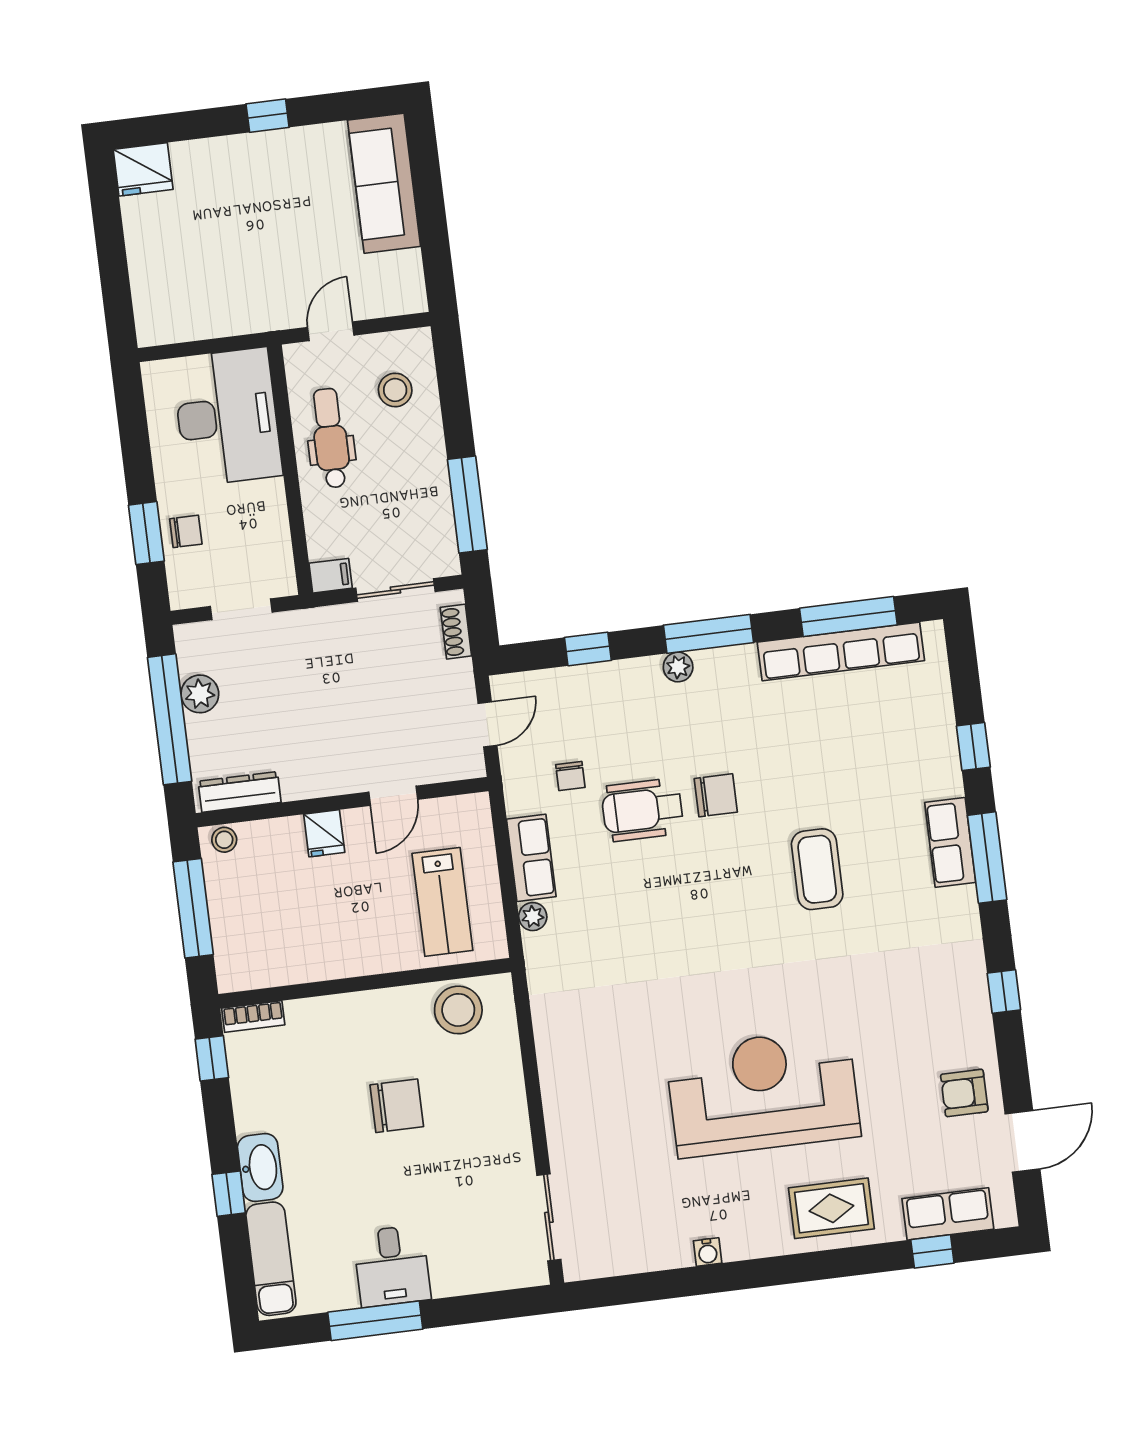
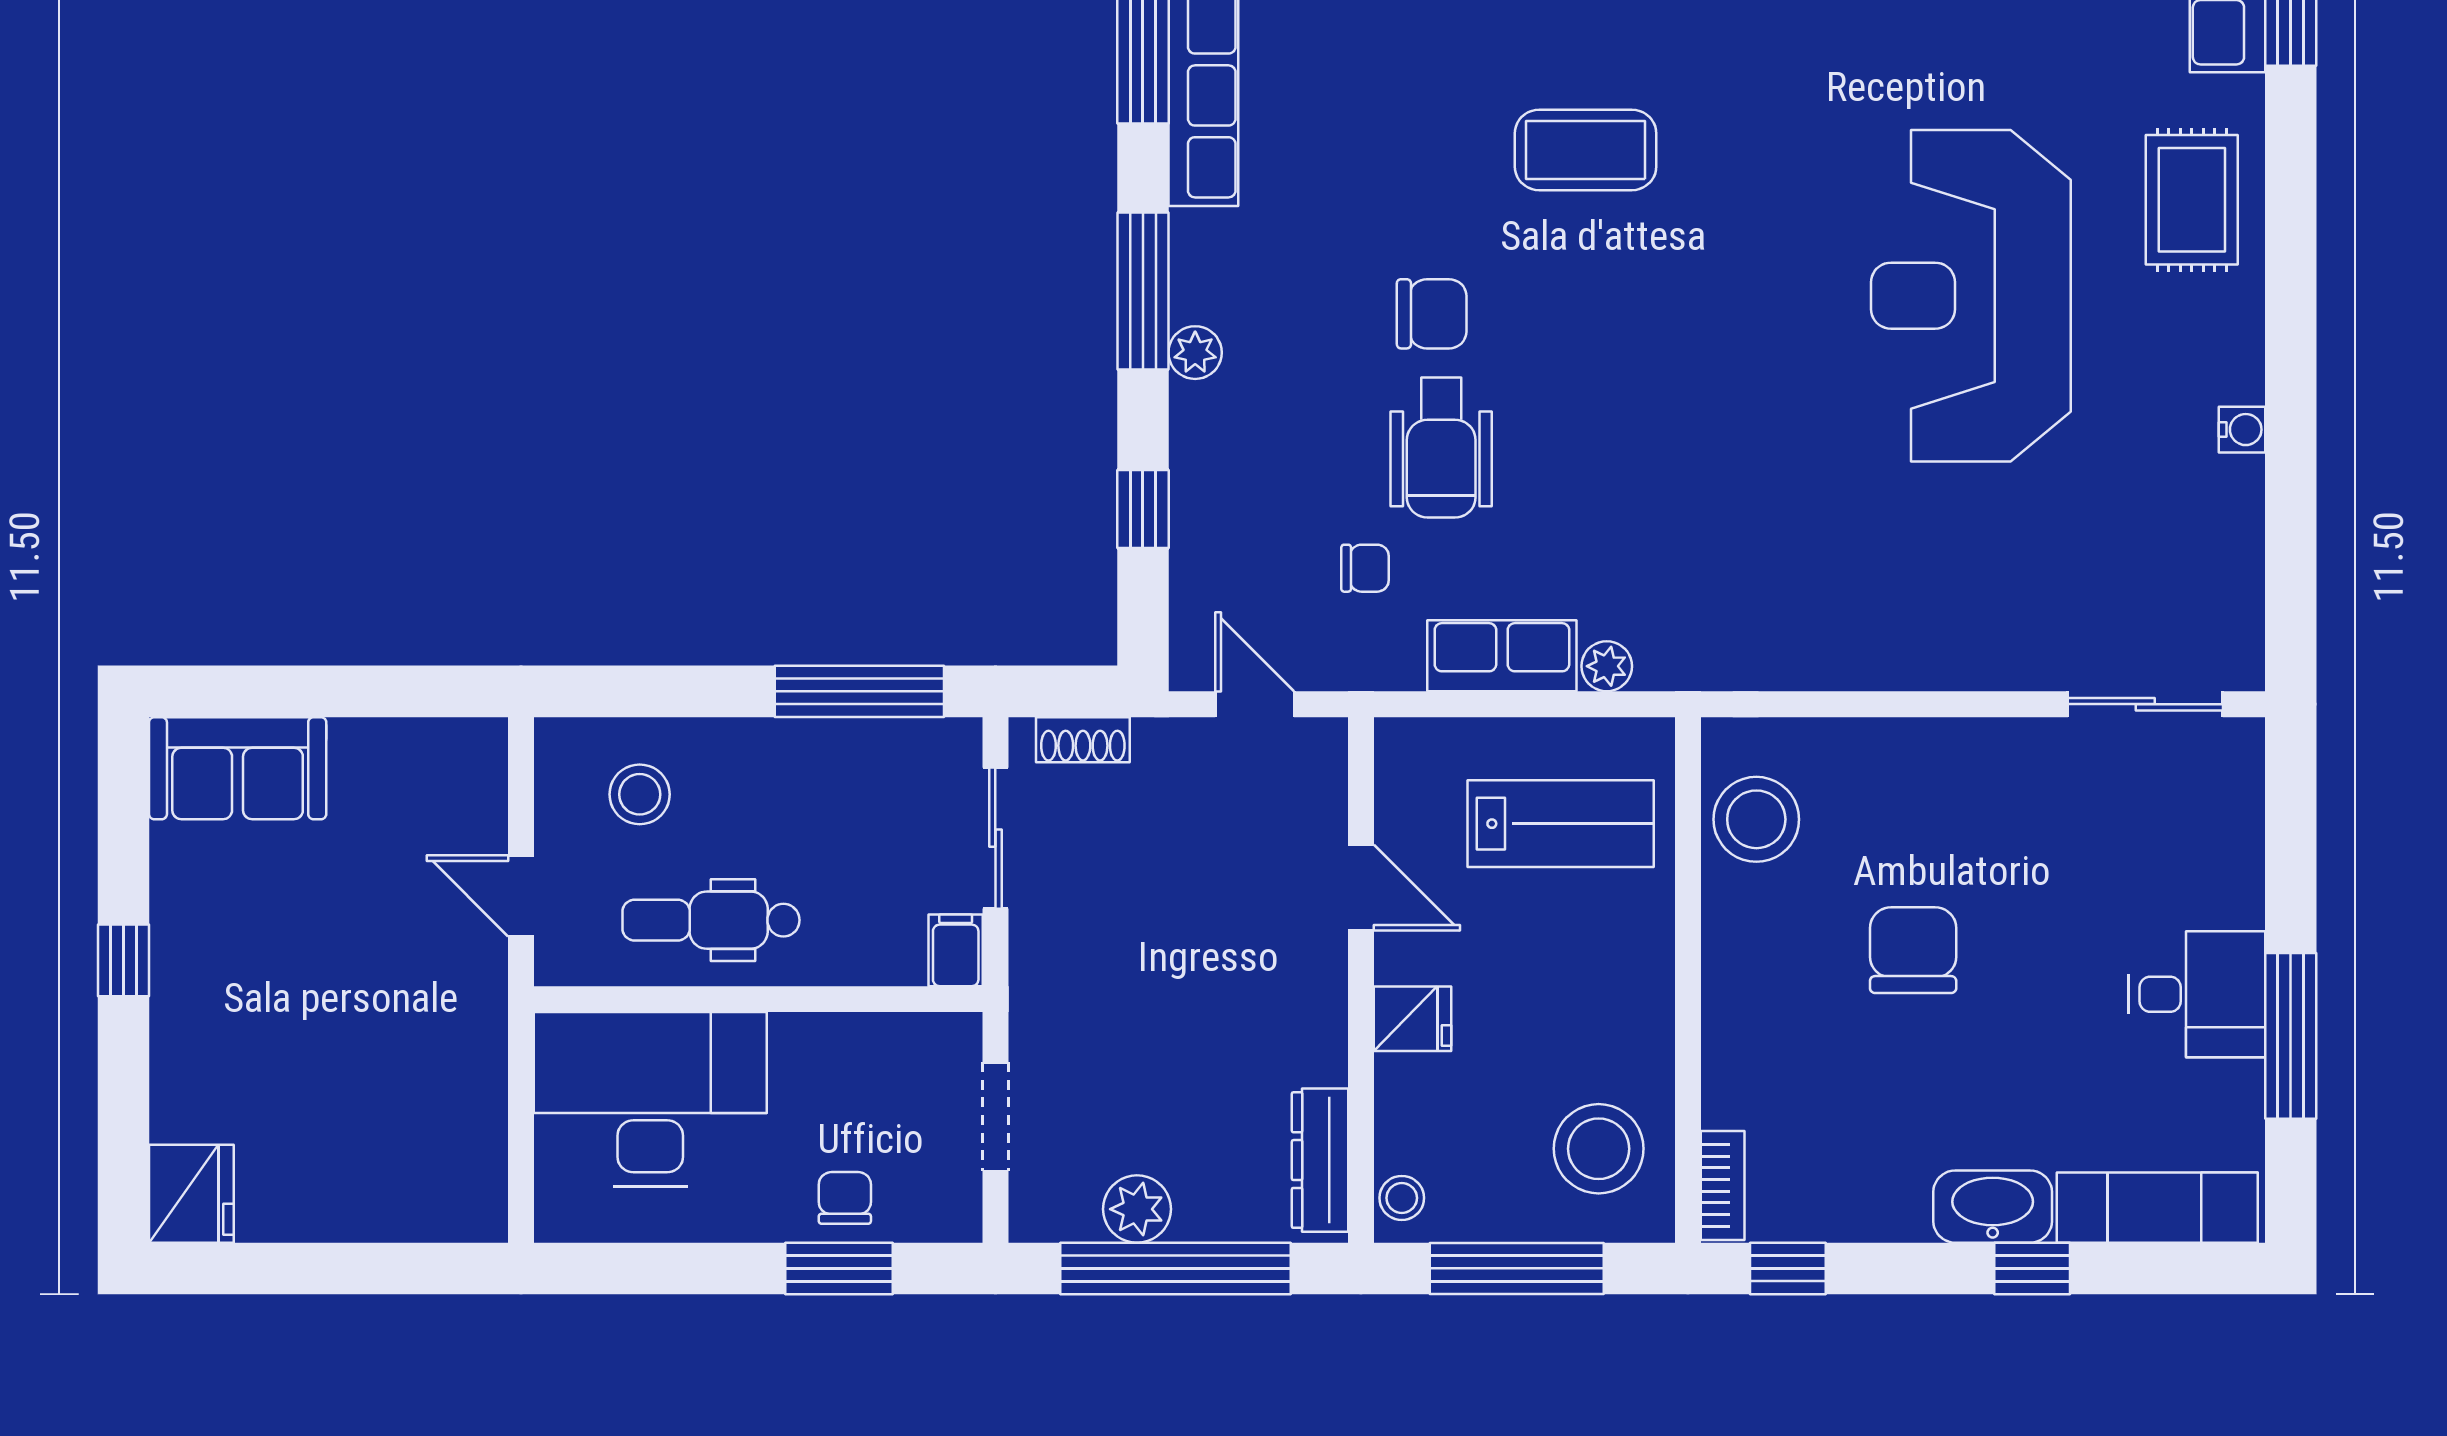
sofa: (384, 183) -> (238, 768), width x0.73
chair: (716, 795) -> (1432, 314), turned 90
stool: (265, 945) -> (1599, 1149), added

